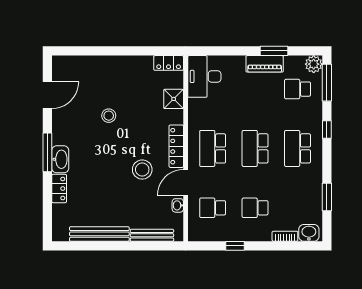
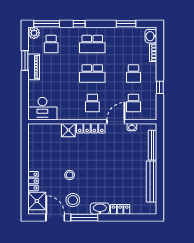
locker: (169, 63) -> (33, 181), moved
shower: (71, 68) -> (37, 201), added
shower: (174, 99) -> (68, 130), moved
school desk: (213, 148) -> (92, 103), width x0.54
window: (47, 152) -> (84, 218), moved
stool: (142, 170) -> (73, 200), moved
door: (186, 182) -> (116, 122), swing flipped

